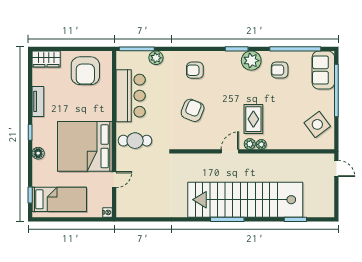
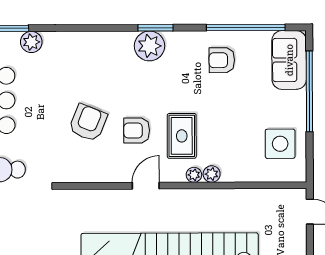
plant: (251, 61) -> (149, 46), moved
armchair: (195, 70) -> (137, 130), moved
side table: (317, 124) -> (280, 144), turned 37
plant: (250, 144) -> (212, 174), moved

